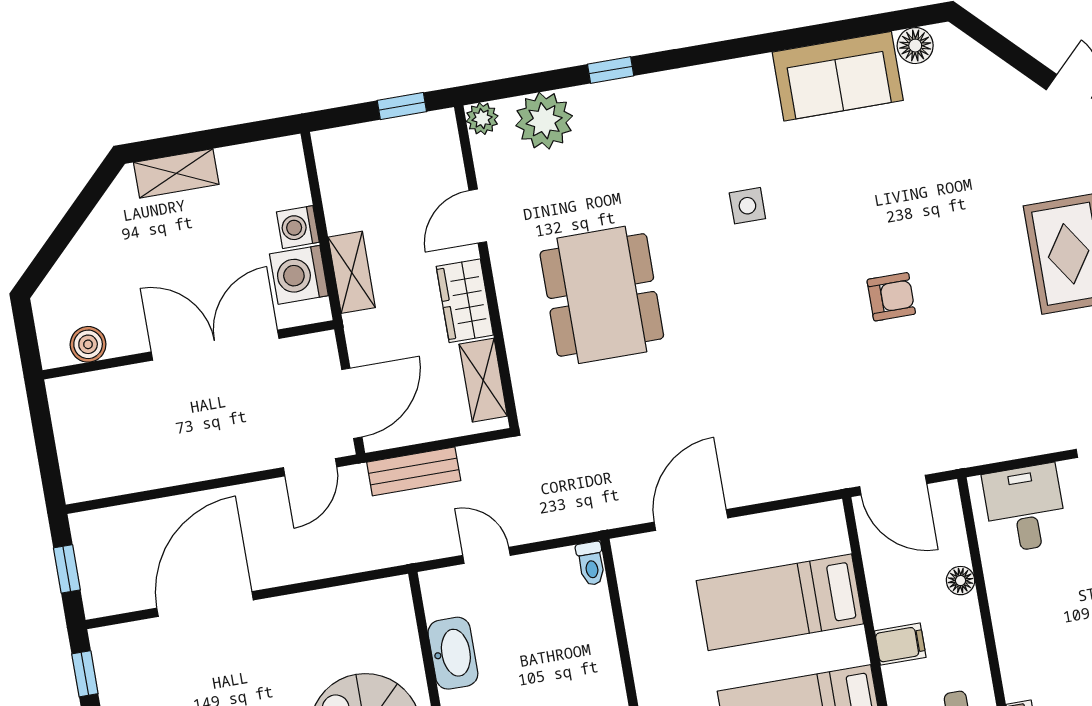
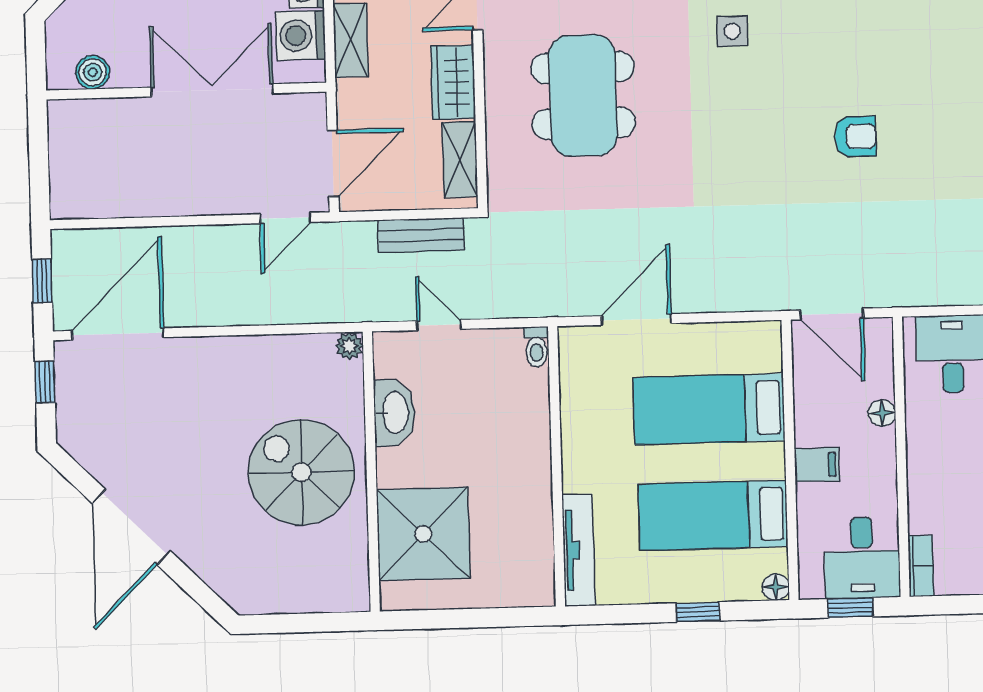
bench: (414, 471) -> (421, 235), moved
plant: (396, 590) -> (349, 346), added
door: (205, 604) -> (118, 334), moved

